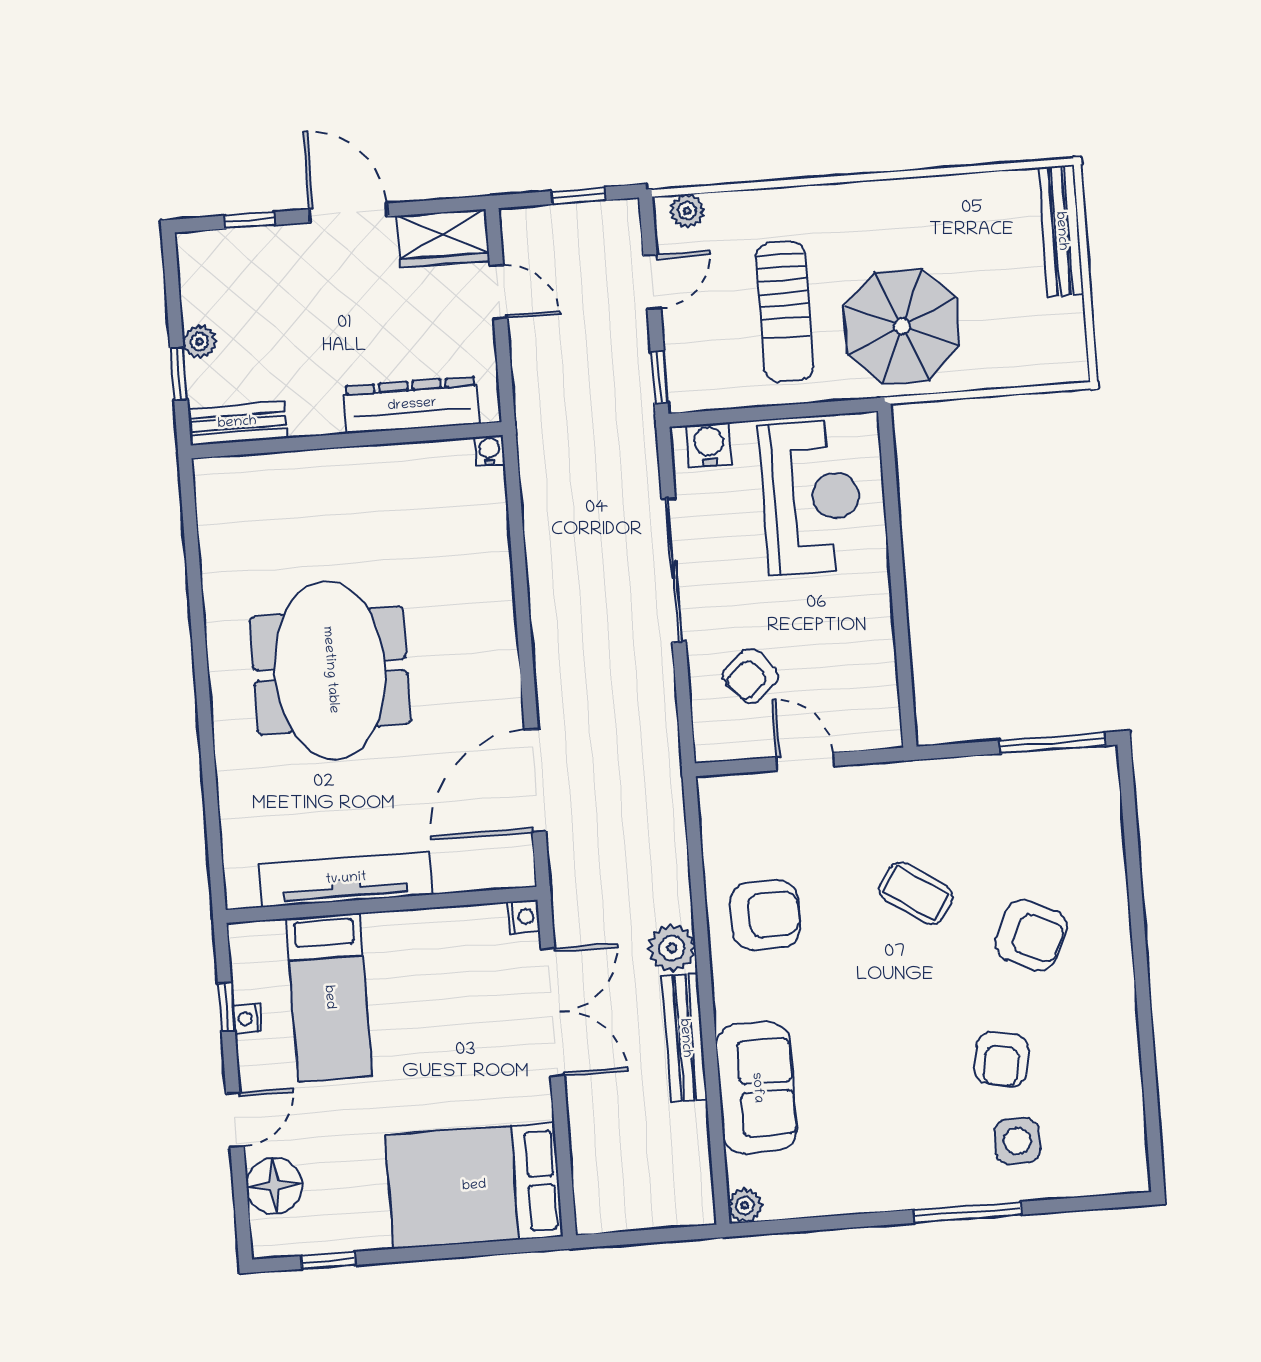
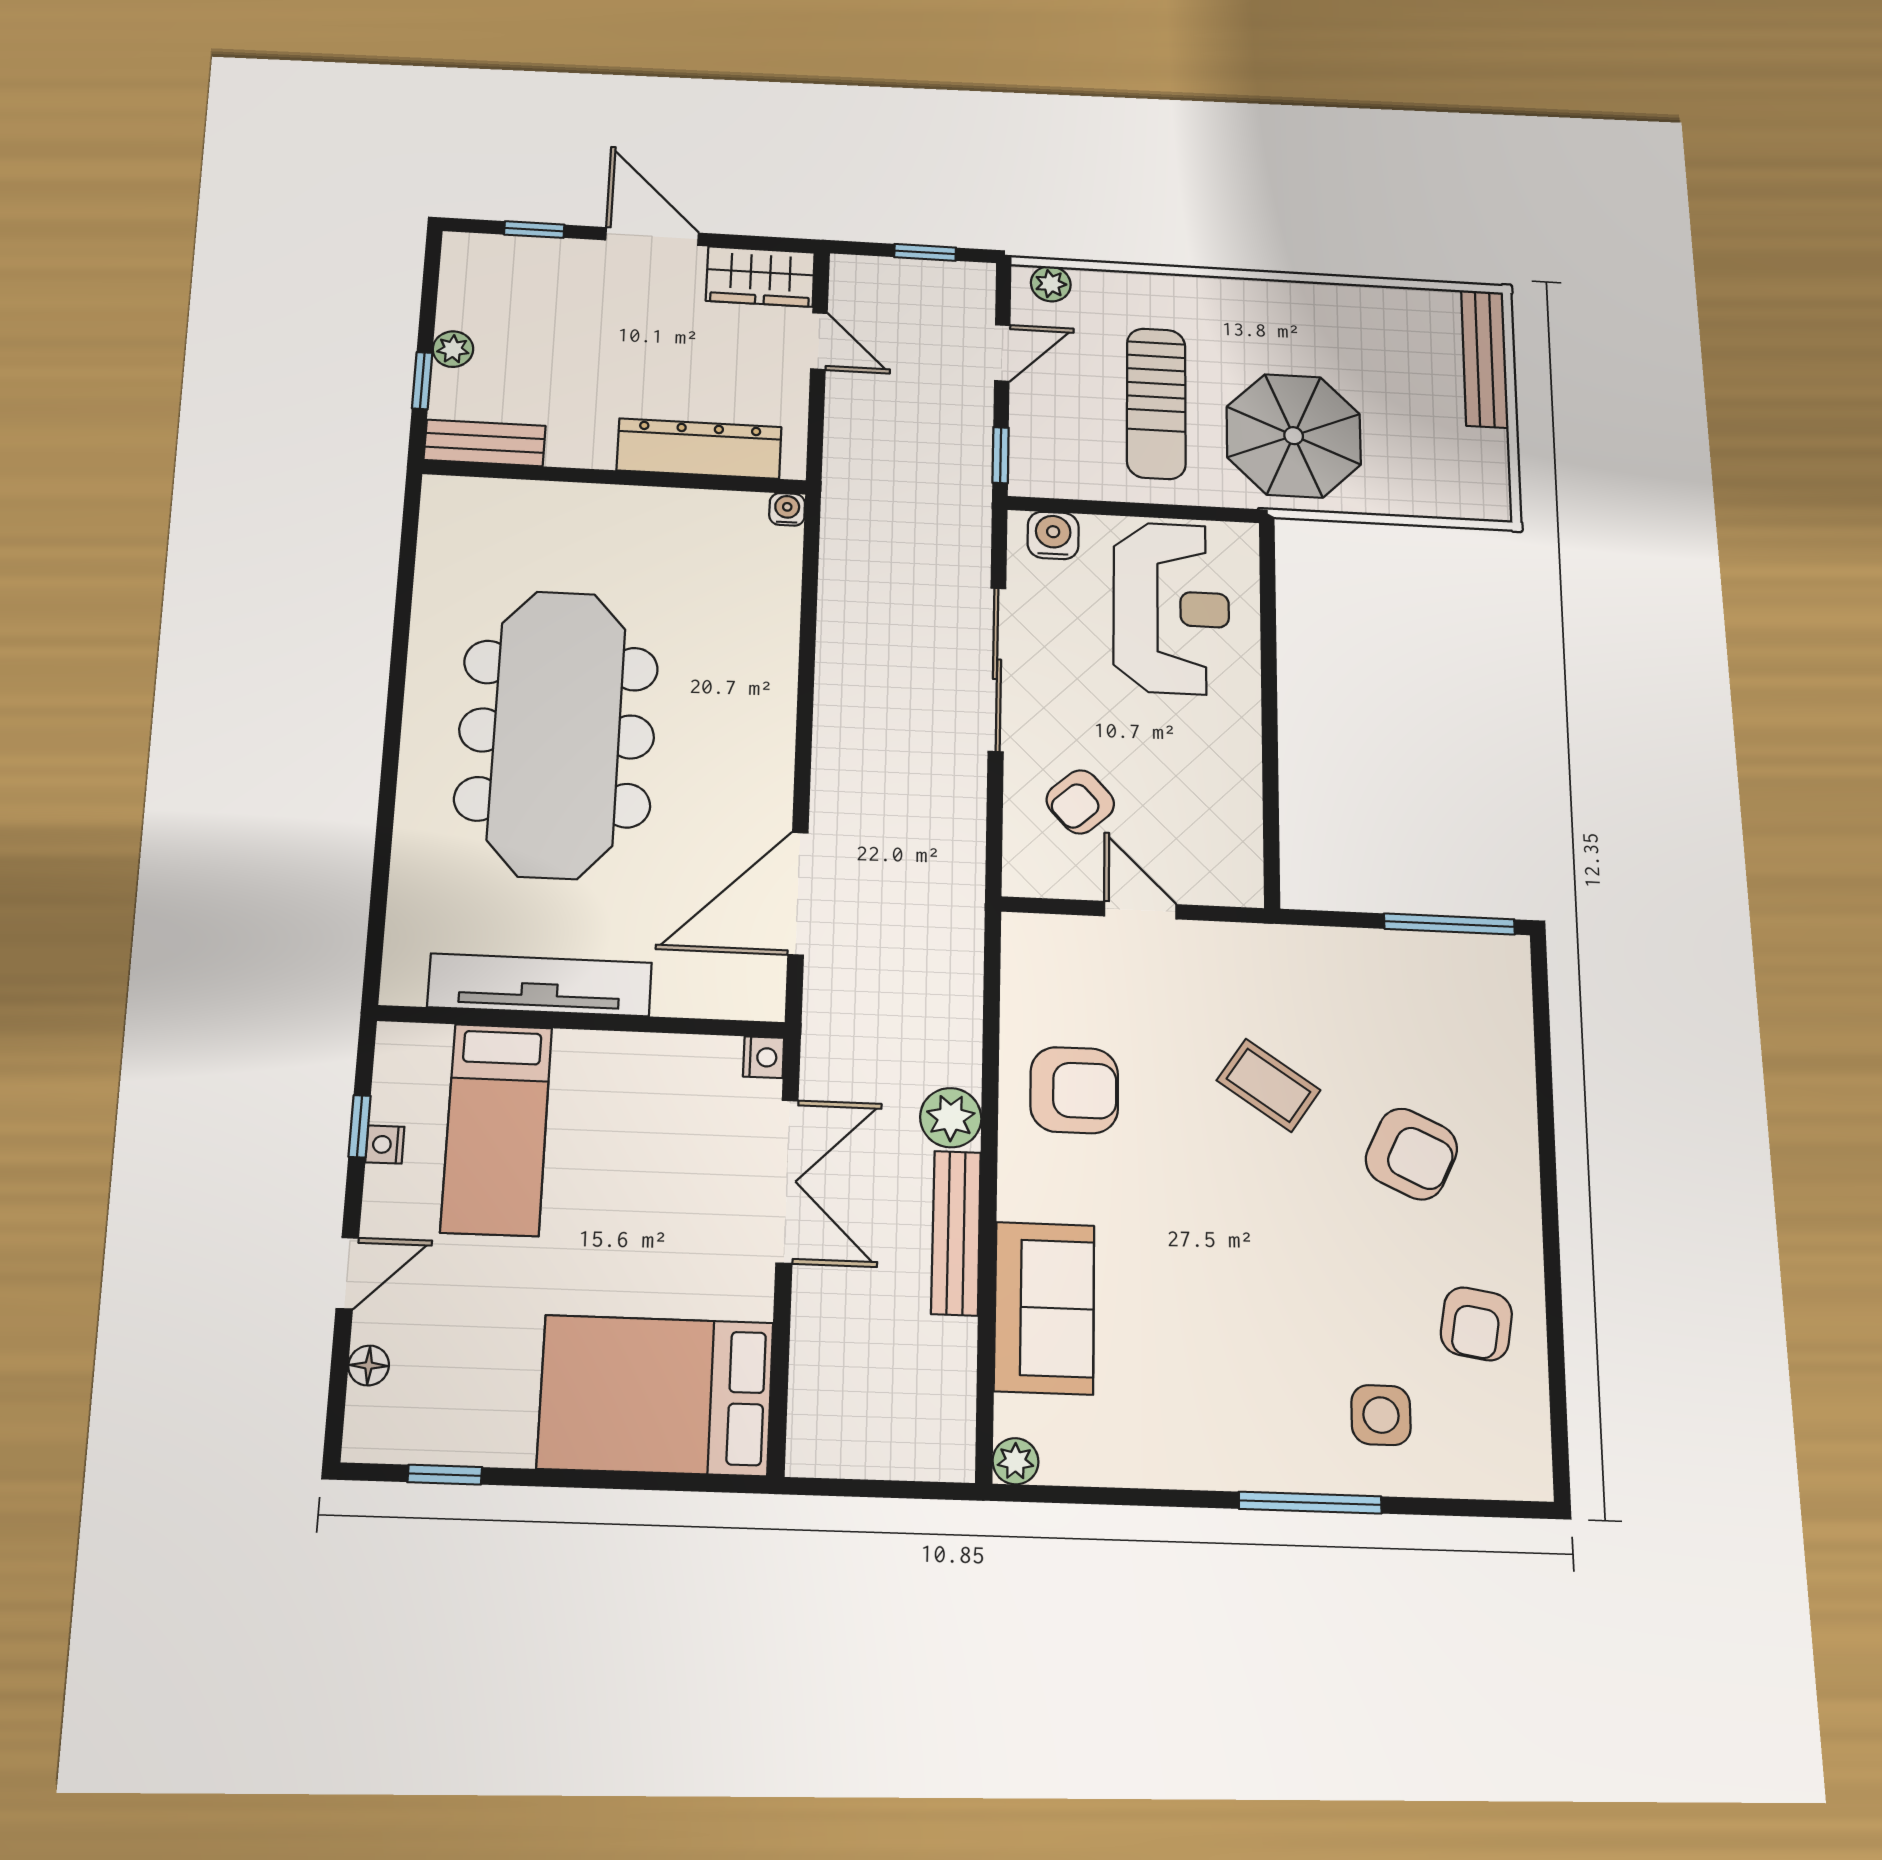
meeting table: (330, 670) -> (557, 733), width x1.36
armchair: (1002, 1059) -> (1476, 1324), moved
floor lamp: (274, 1186) -> (369, 1366), width x0.53, depth x0.53

